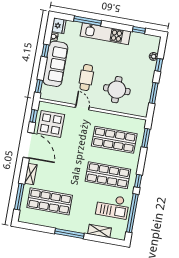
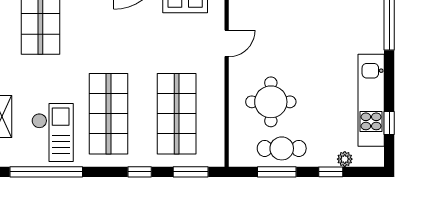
kitchen unit: (105, 34) -> (371, 100), moved
cafe table: (86, 77) -> (282, 148), moved
window: (138, 181) -> (140, 172), moved
checkout: (113, 206) -> (52, 132), turned 180

